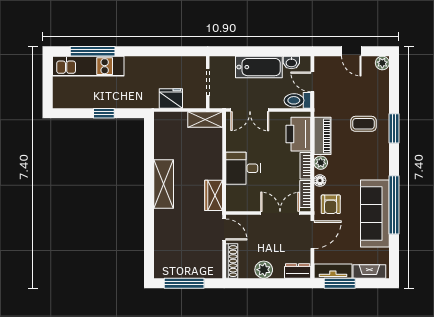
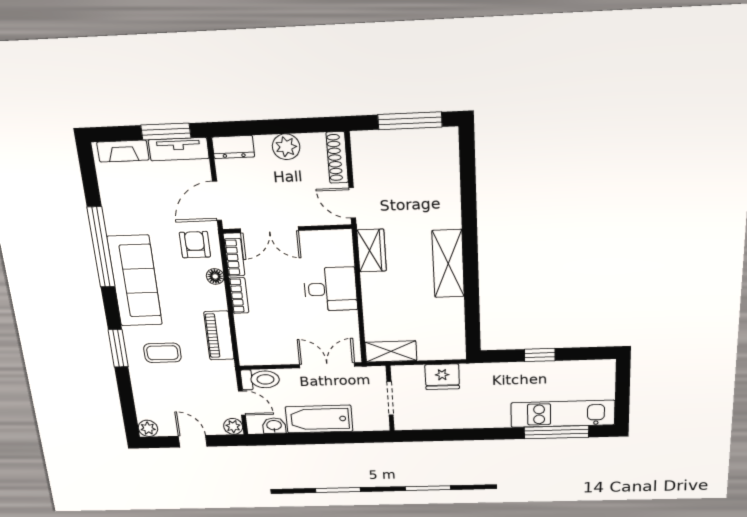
printer: (298, 134) -> (254, 337), removed
plant: (321, 163) -> (233, 426), moved
sofa: (375, 214) -> (135, 281), moved

